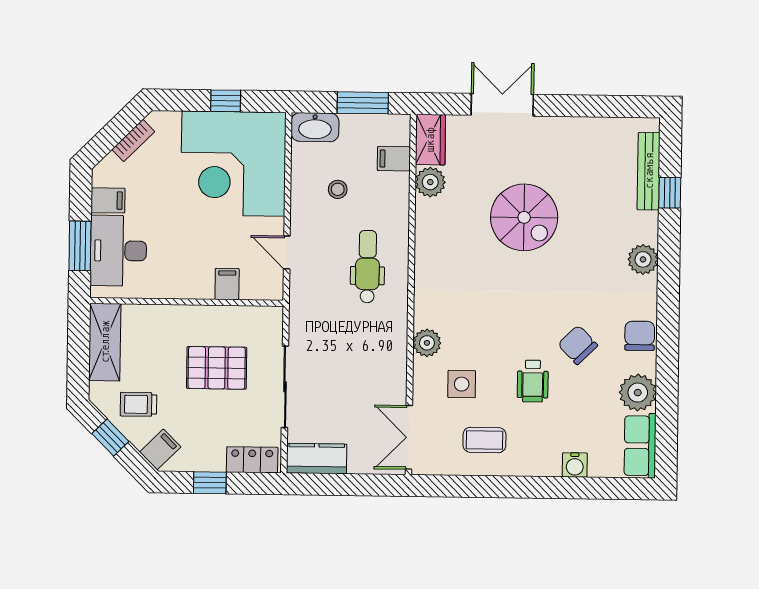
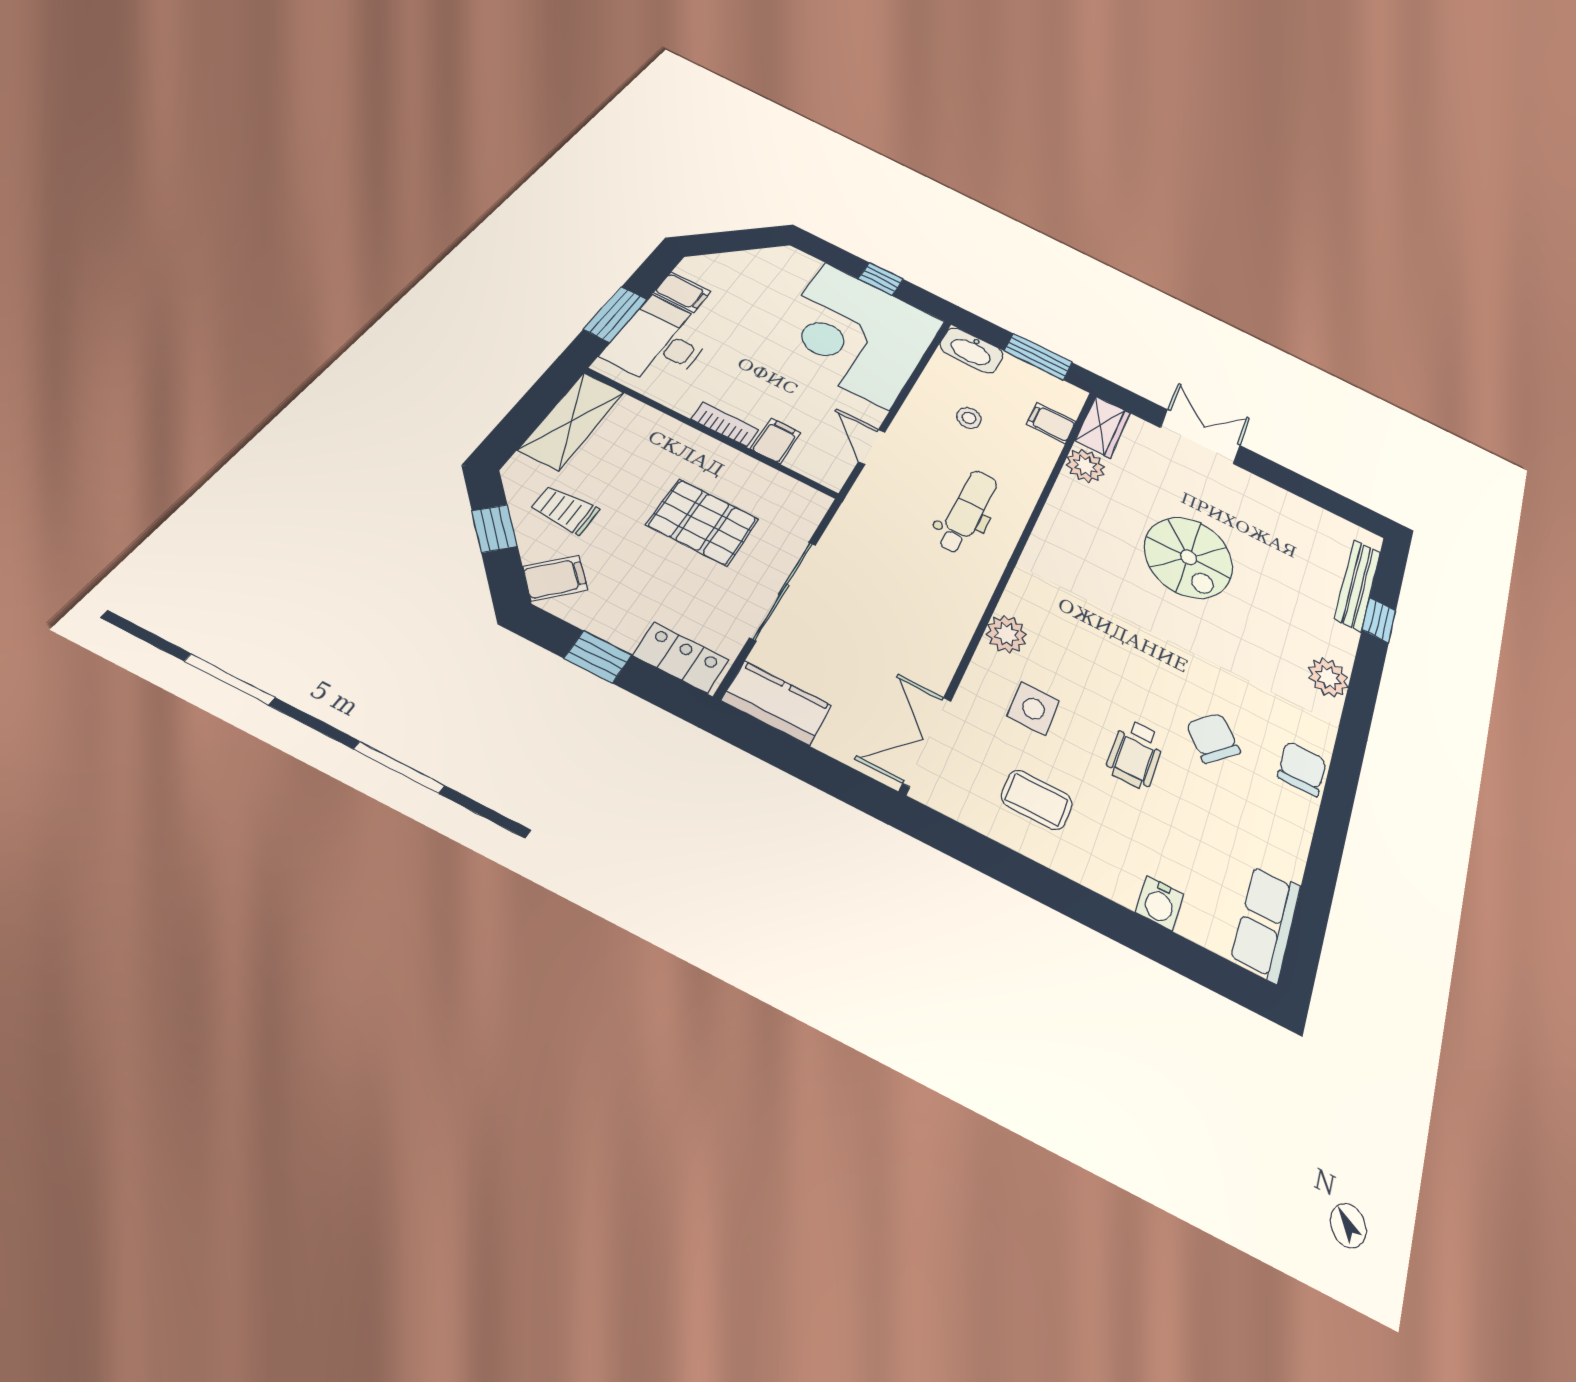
bookcase: (133, 140) -> (725, 425), moved, turned -135
plant: (638, 393) -> (1281, 843), removed

